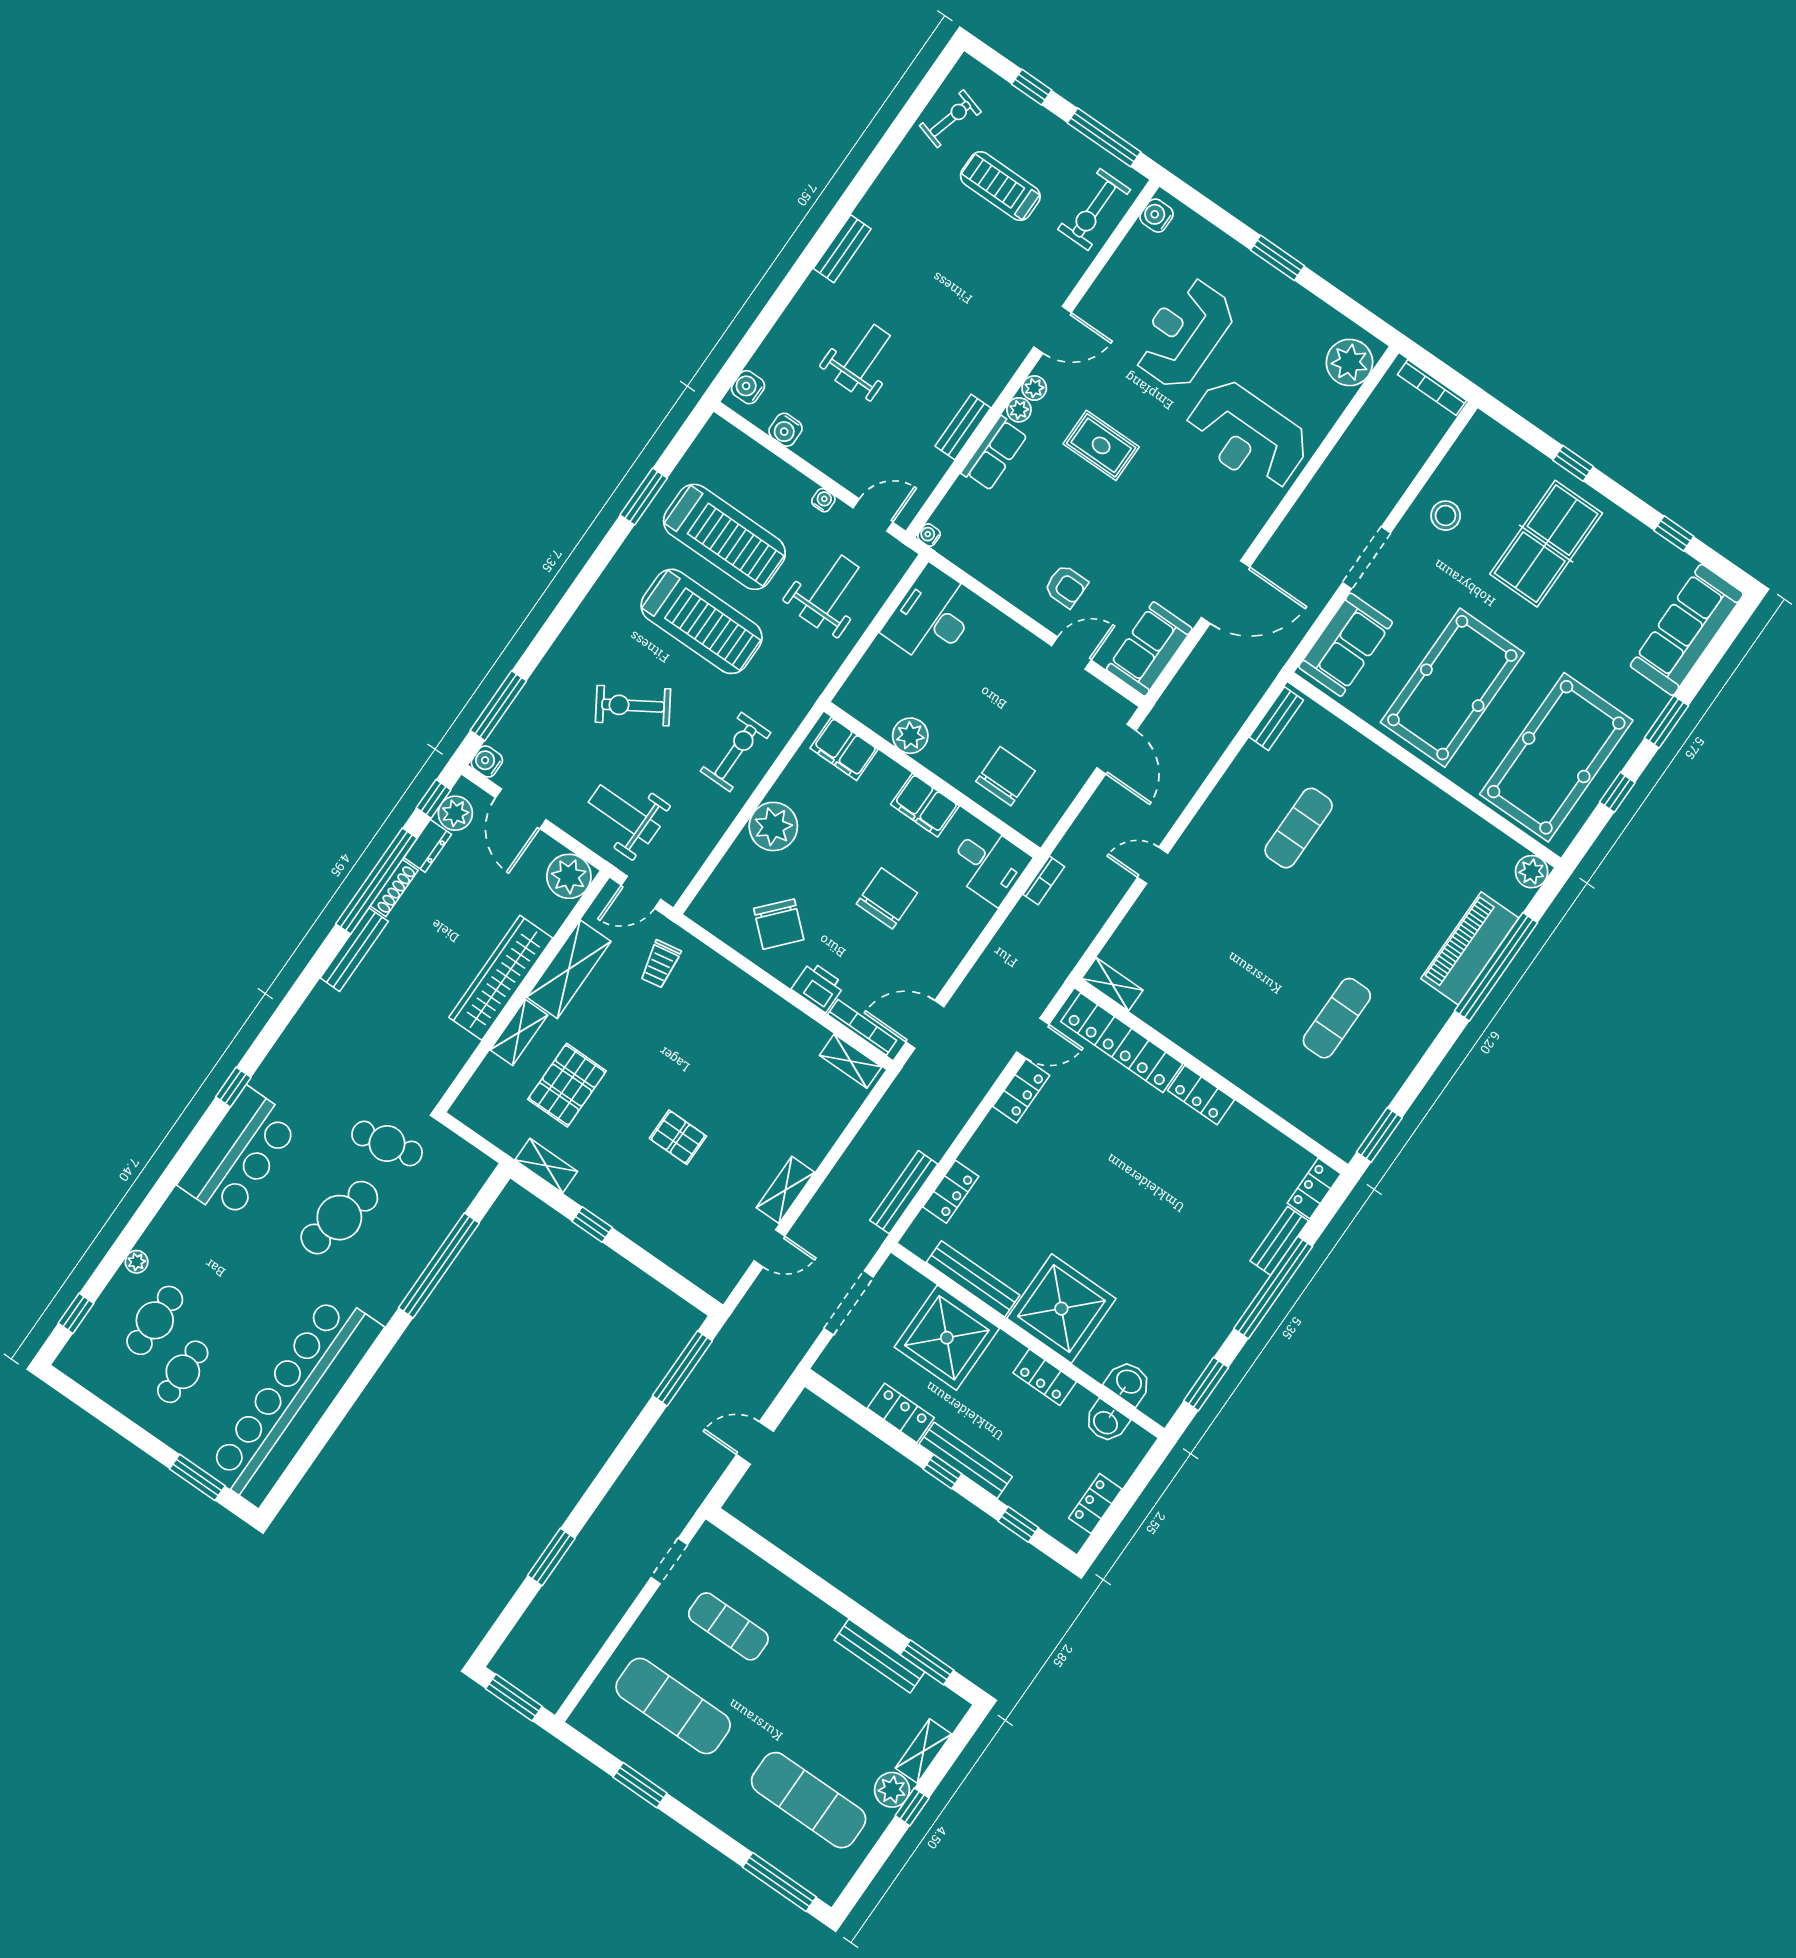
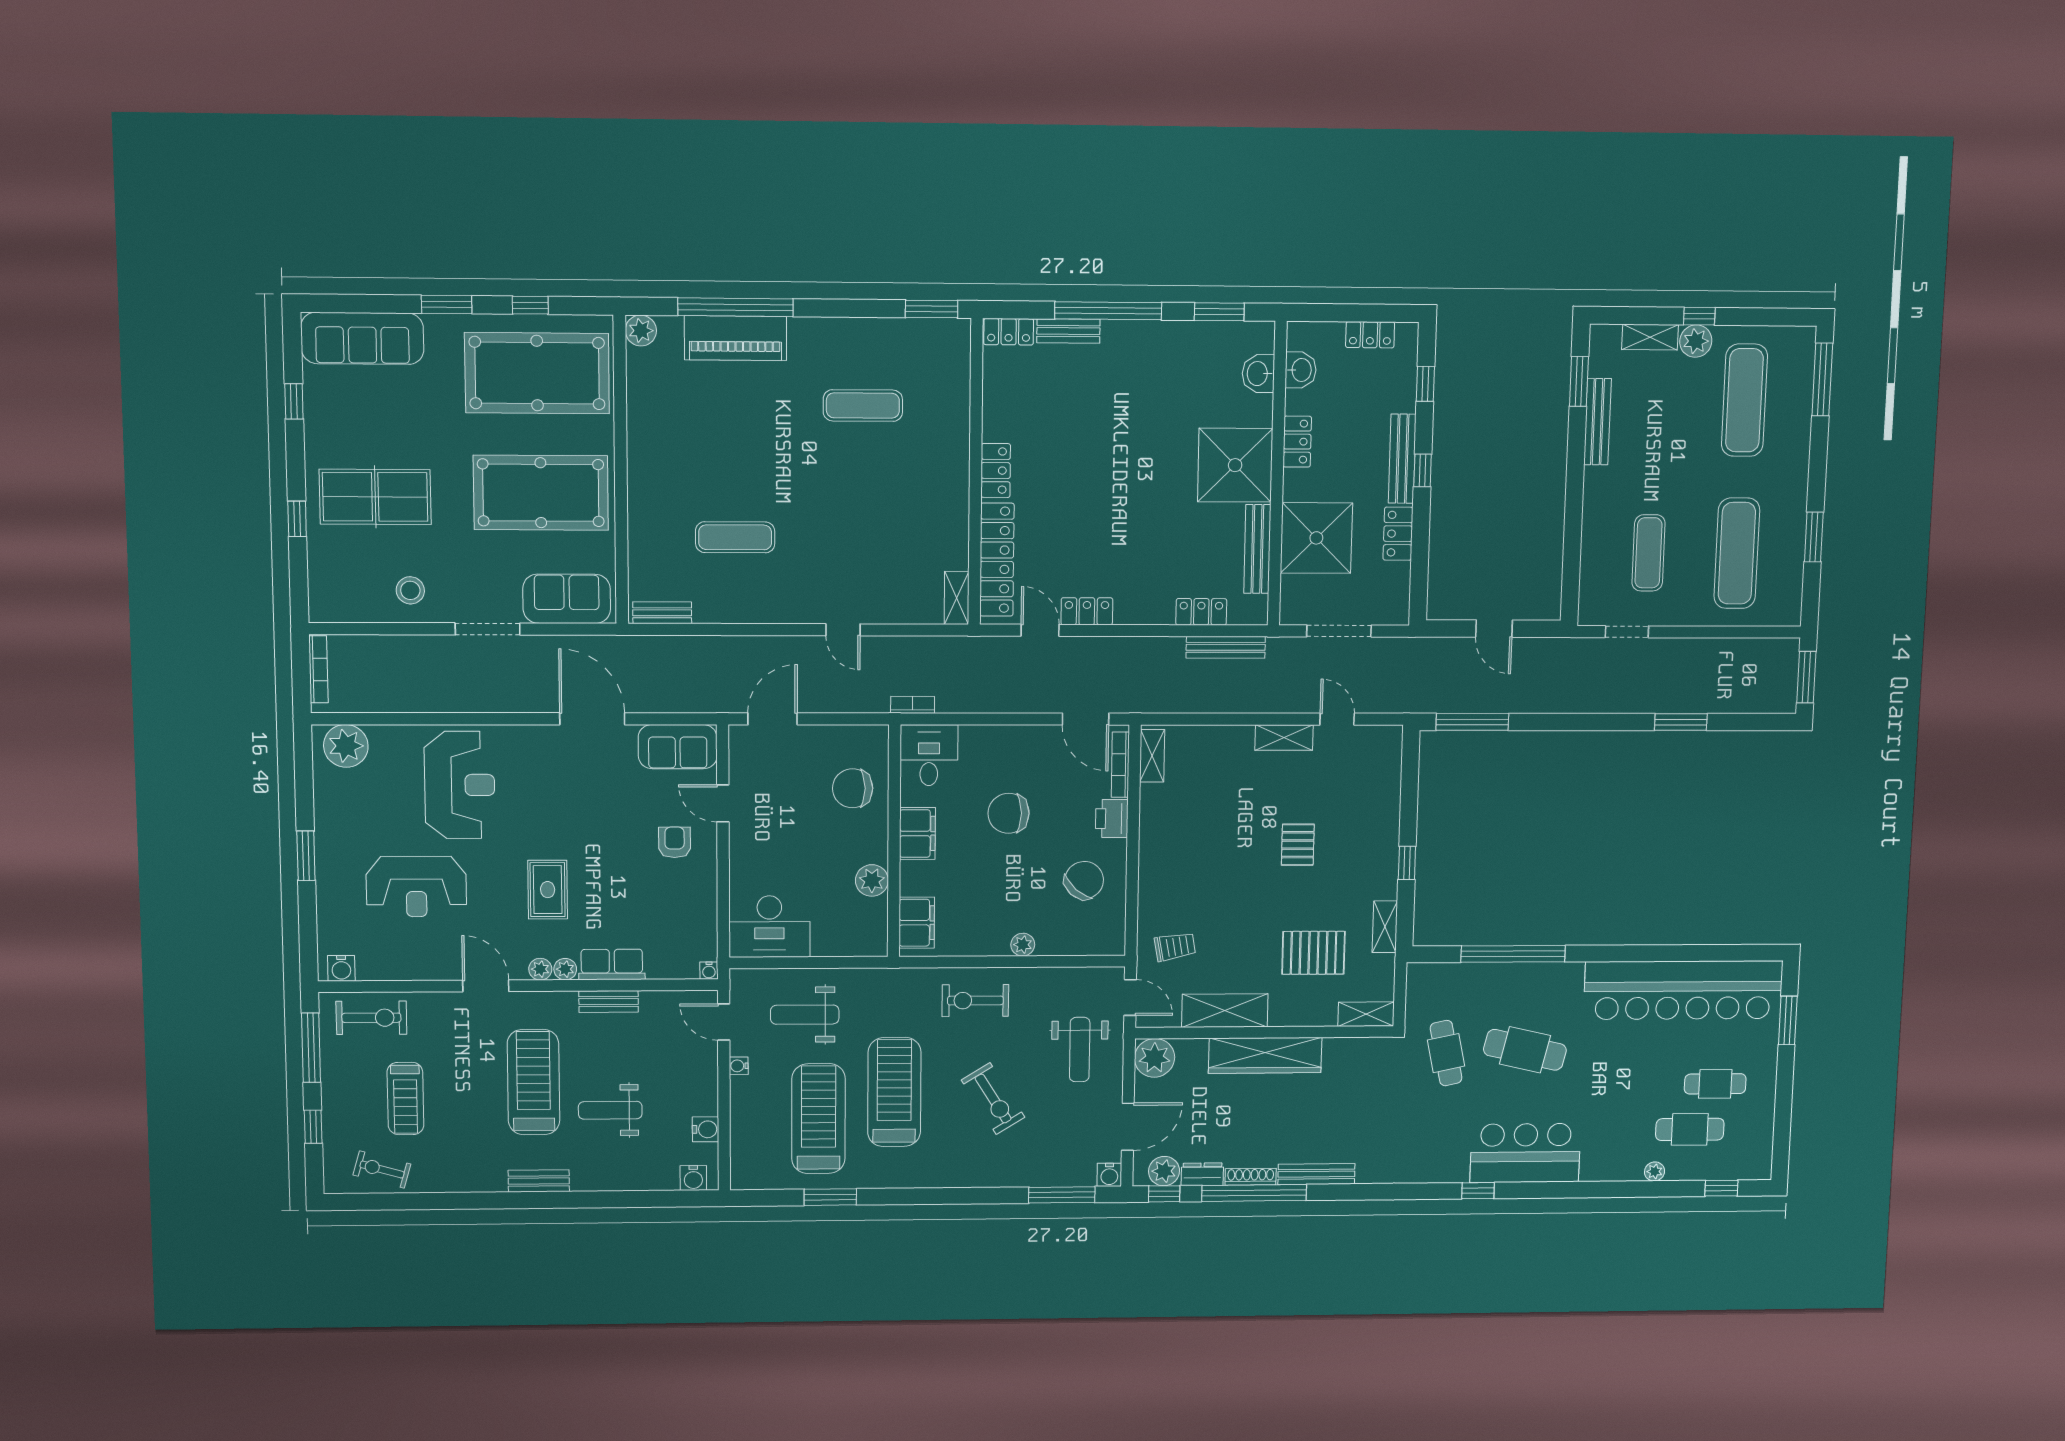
treadmill: (936, 309) -> (533, 1082), added
plant: (773, 826) -> (1023, 945), width x0.53, depth x0.53
shelving: (519, 1032) -> (1366, 1014), moved

